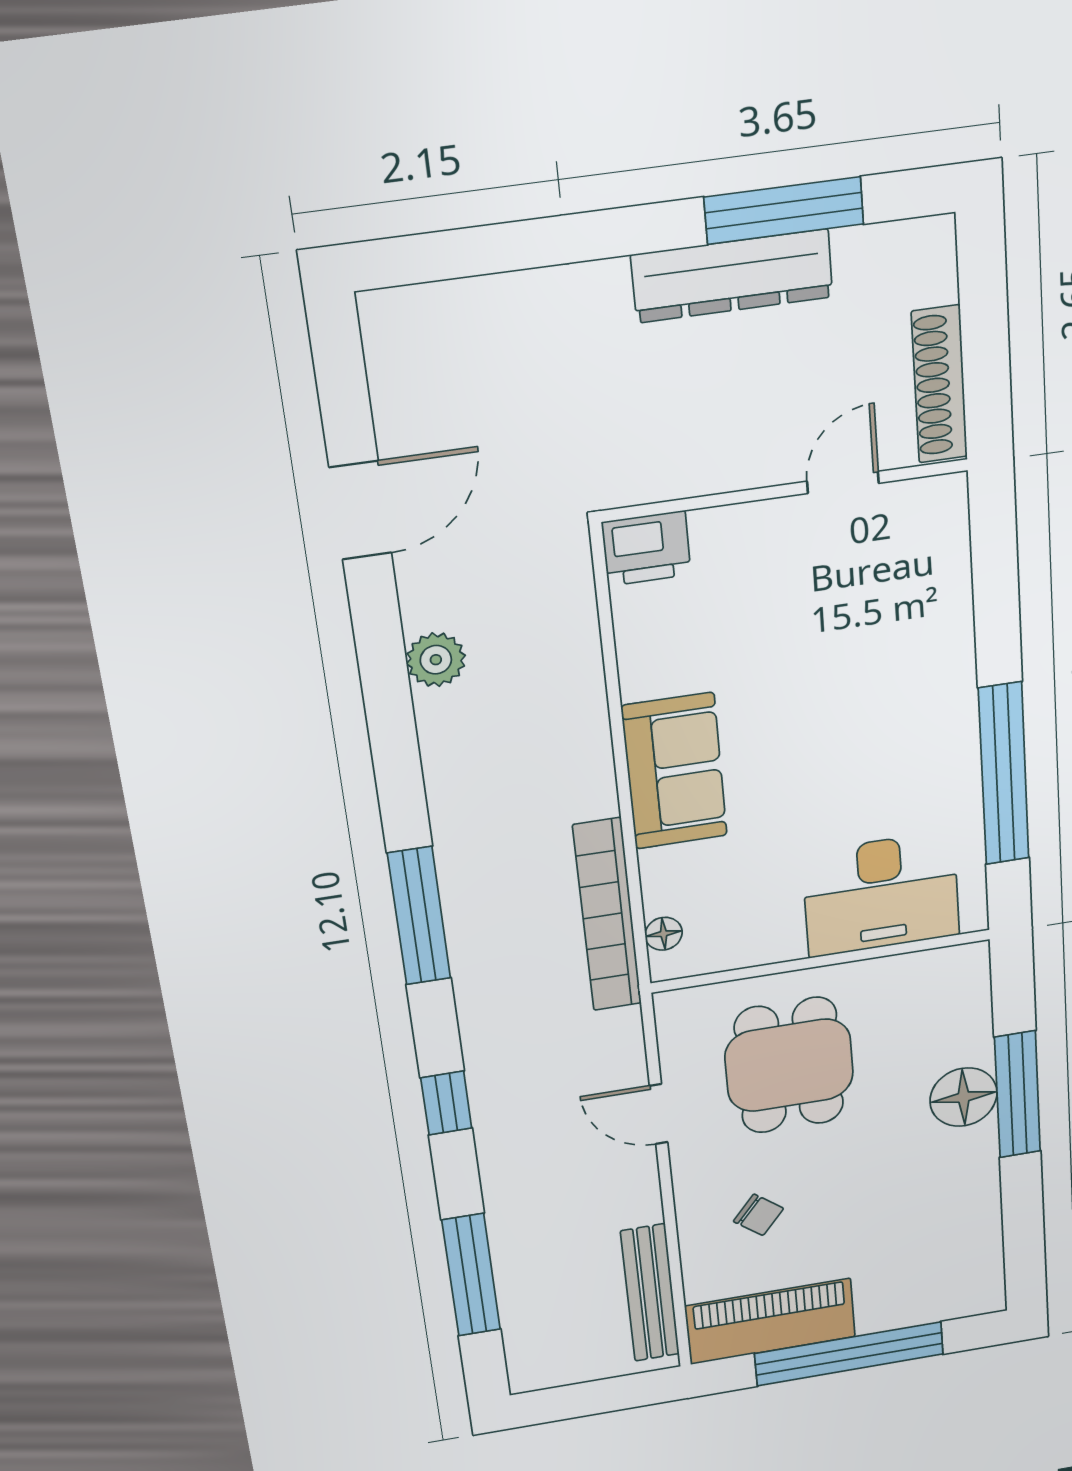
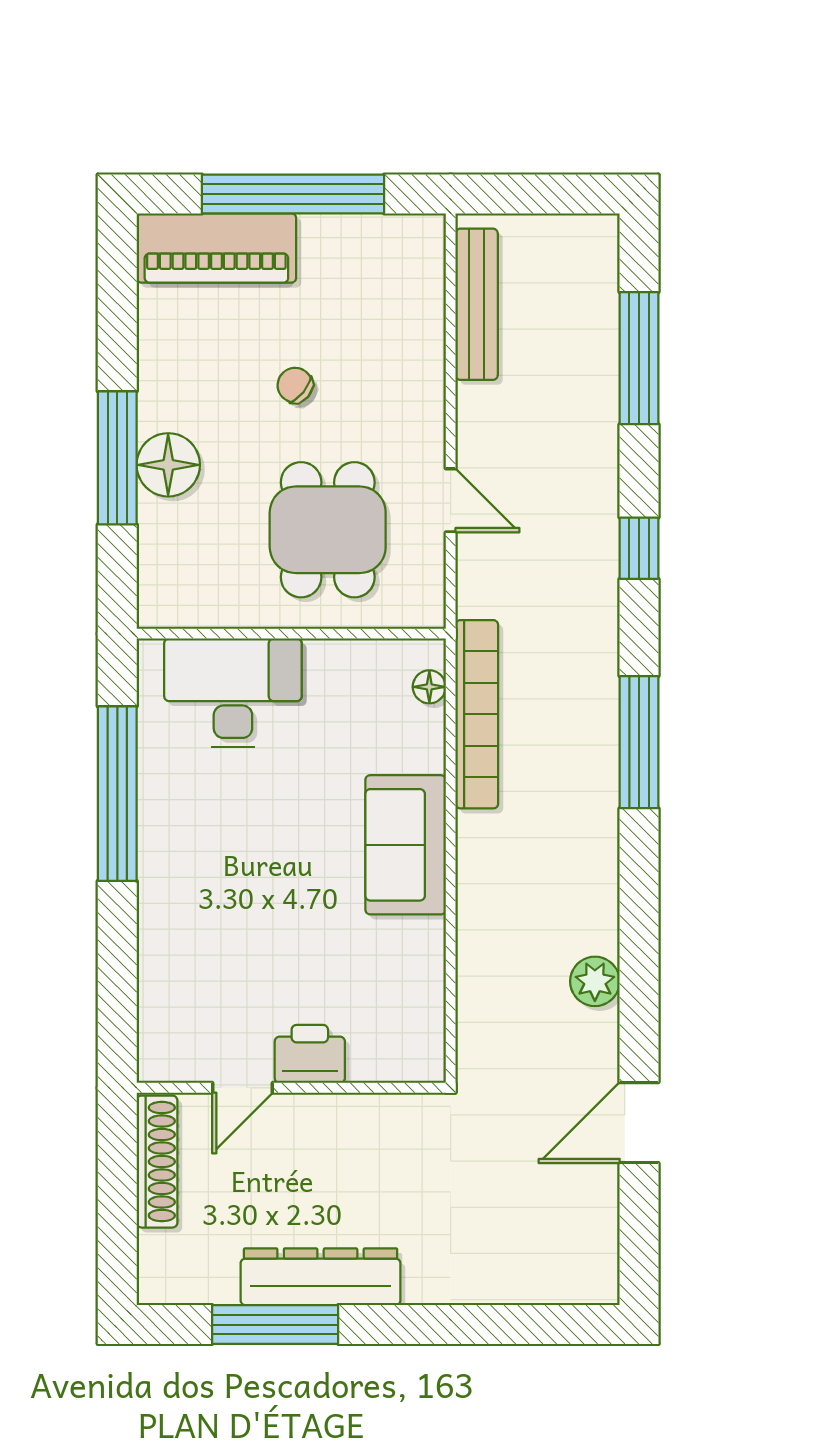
printer: (646, 548) -> (310, 1054), moved
chair: (758, 1215) -> (295, 385), moved
piano: (770, 1321) -> (216, 248), moved

